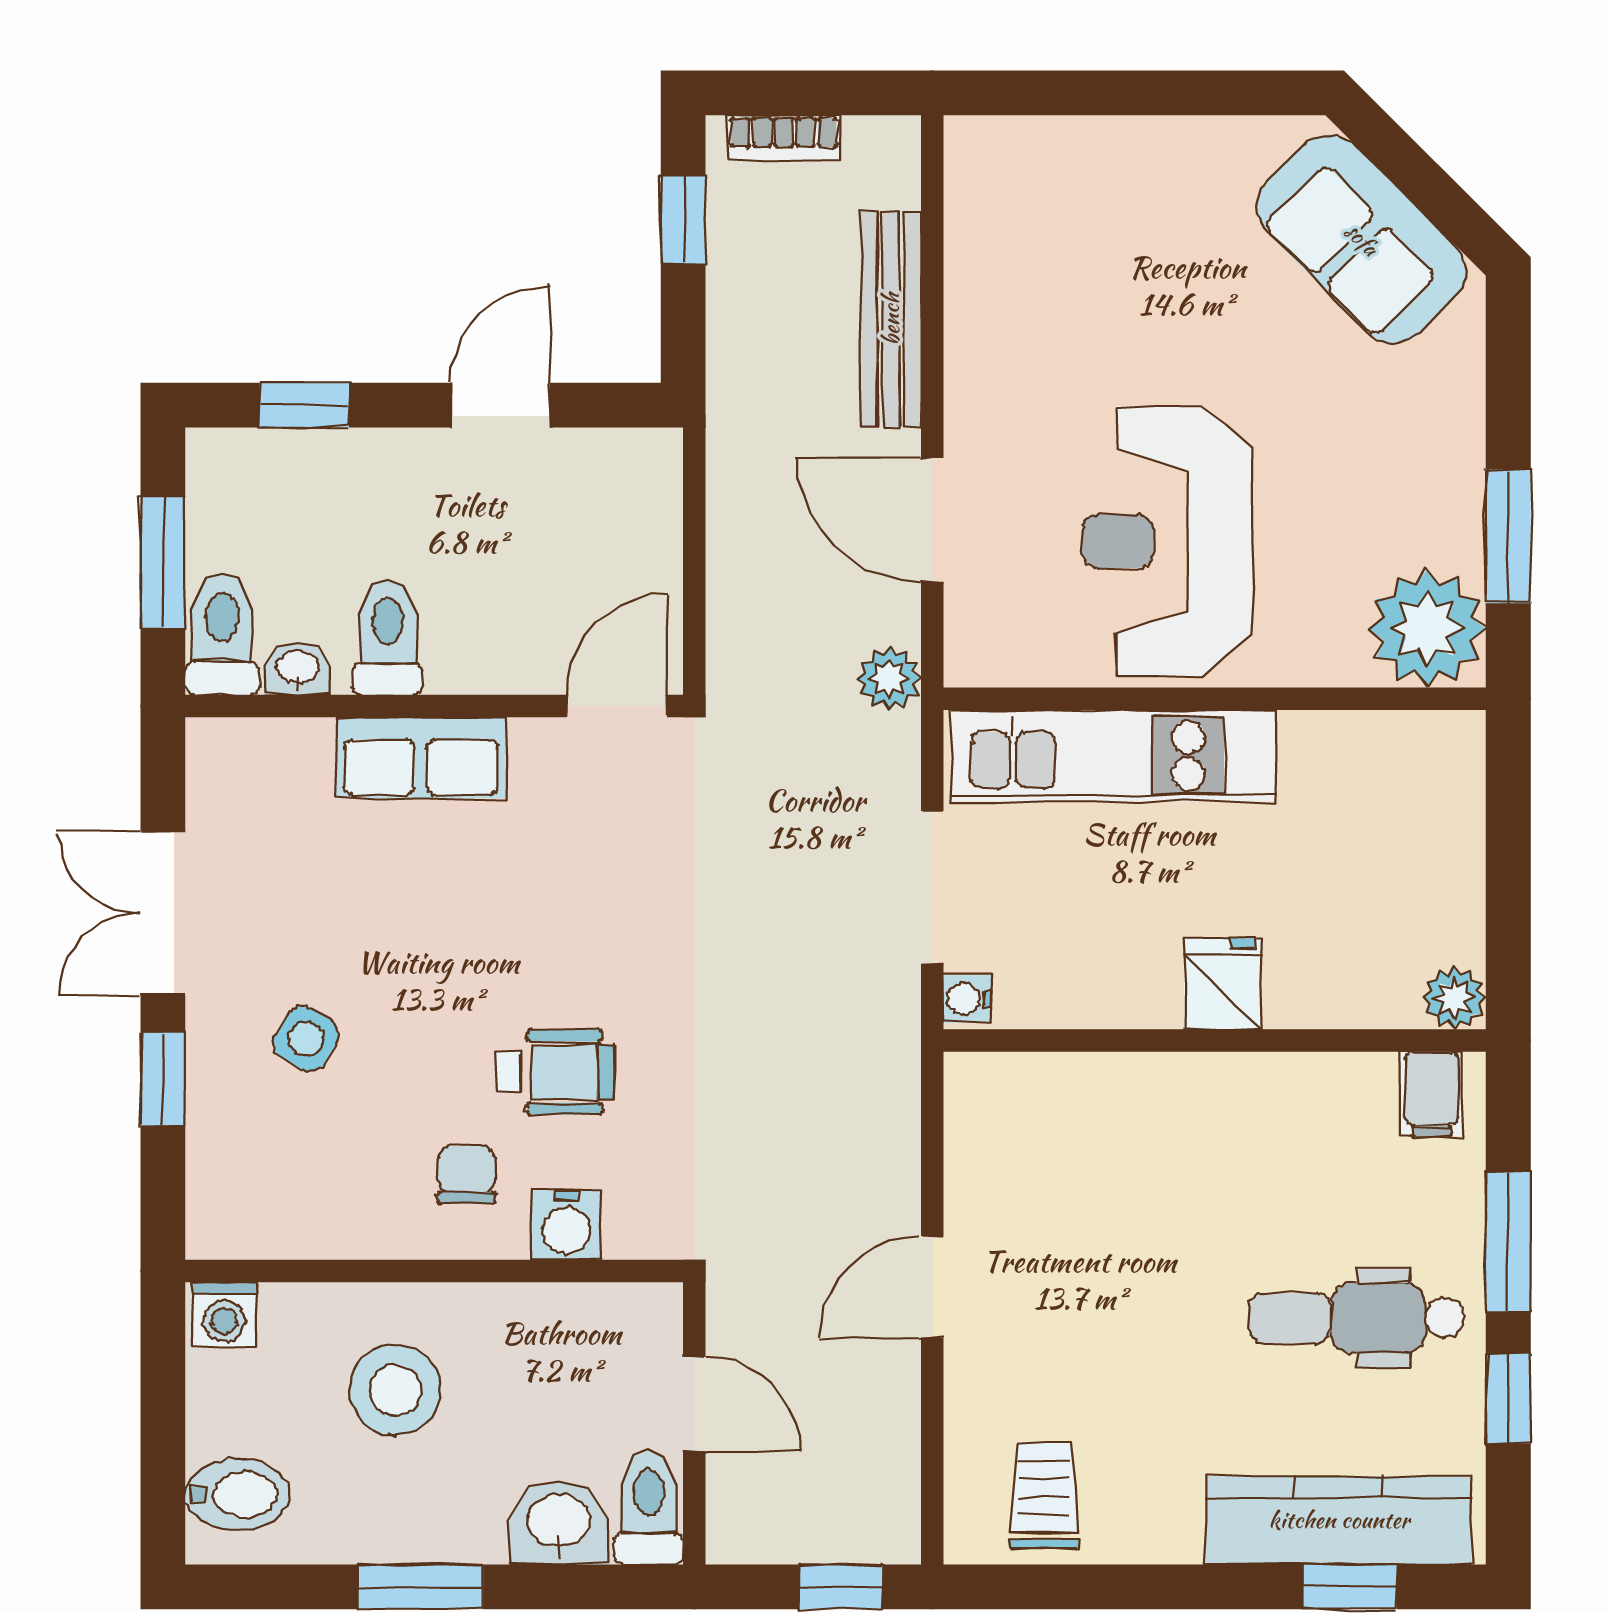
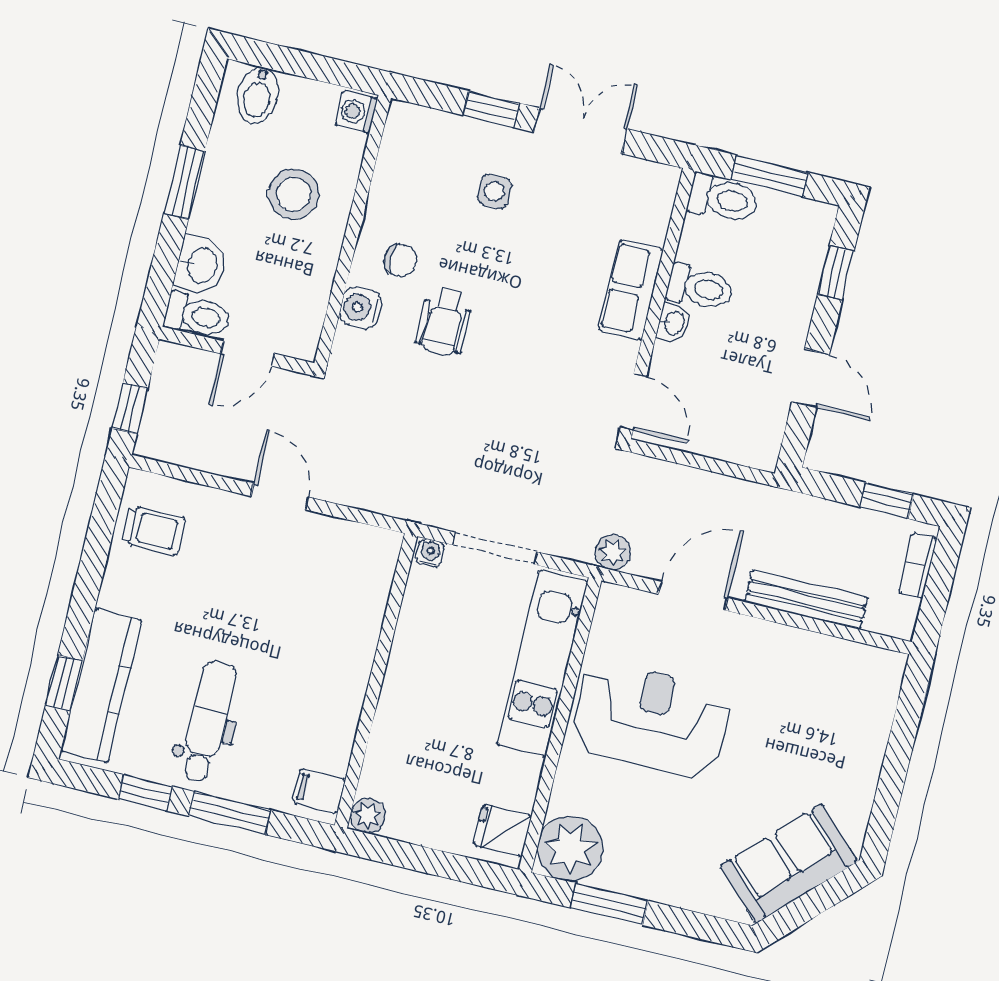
washbasin: (298, 669) -> (674, 323), moved
fridge: (1223, 984) -> (502, 830), moved, turned 180
side table: (306, 1039) -> (494, 191), turned -31

